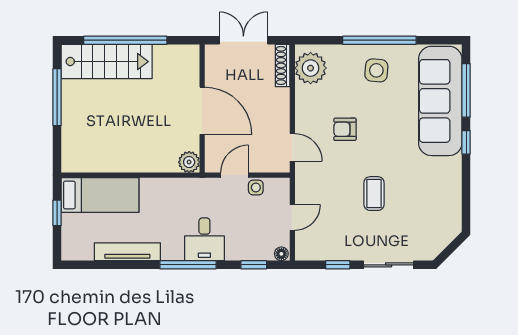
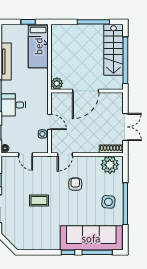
wall: (202, 108) -> (87, 91), moved
door: (202, 111) -> (86, 91), moved
plant: (189, 162) -> (57, 84), moved

